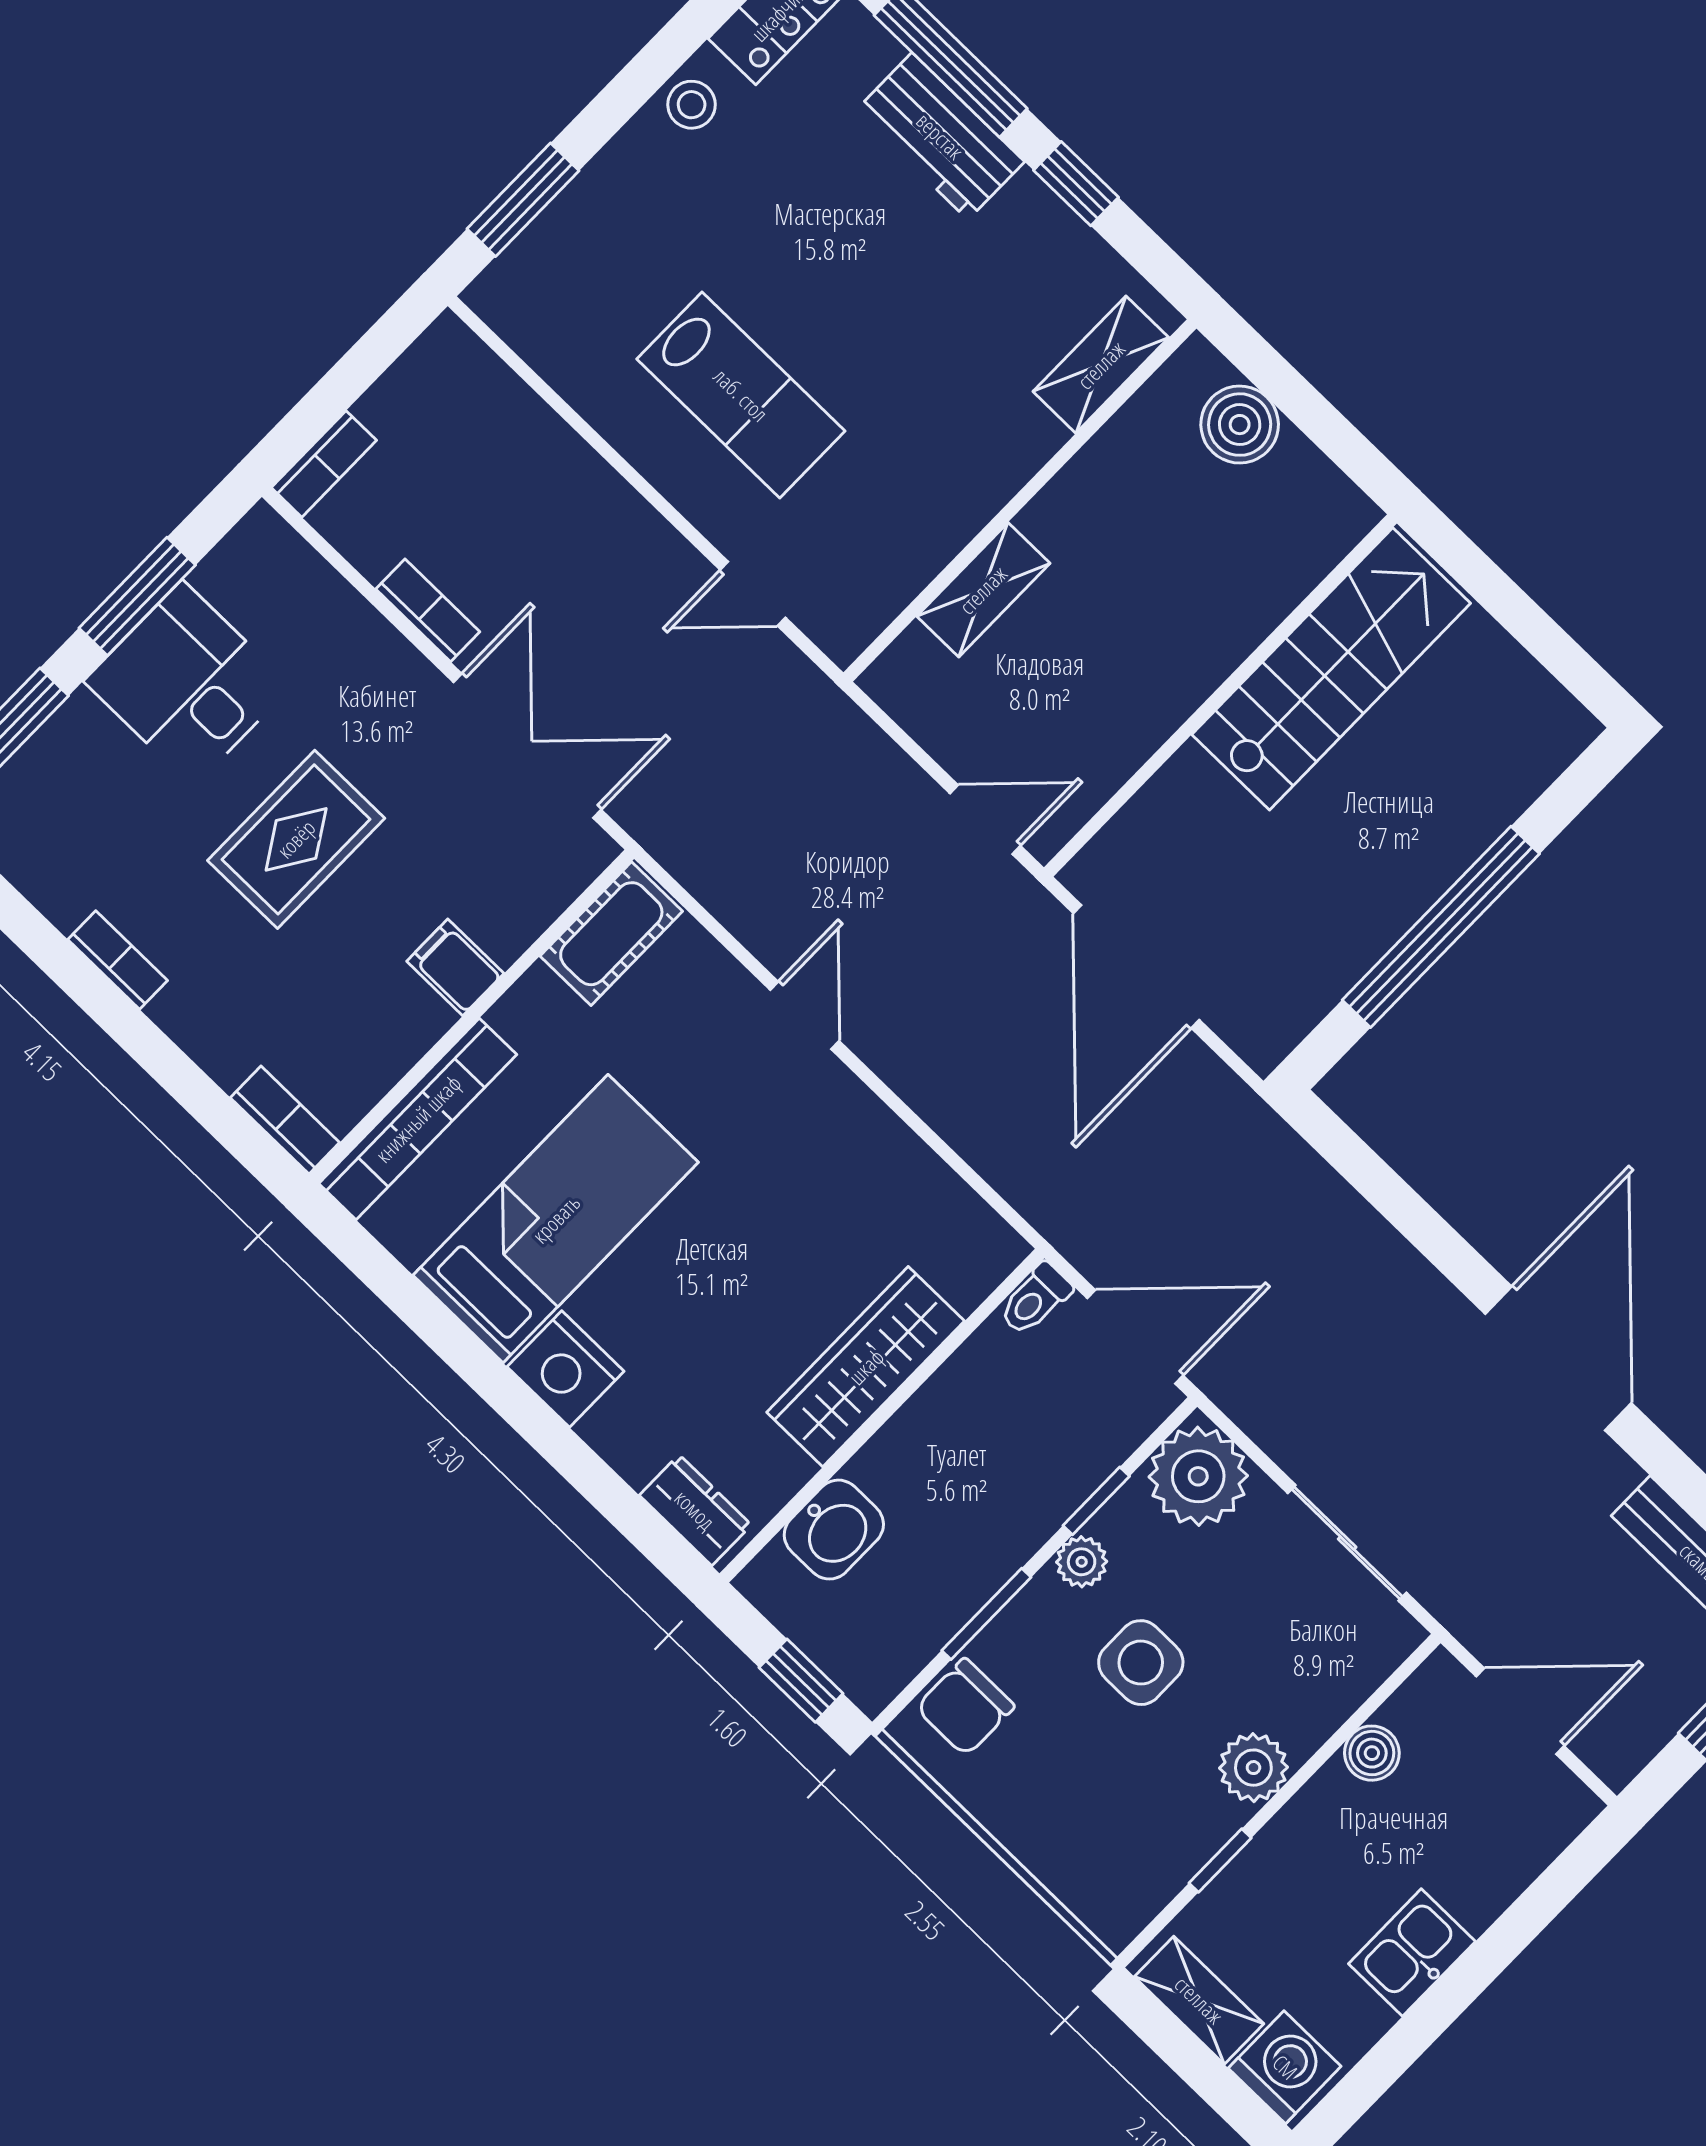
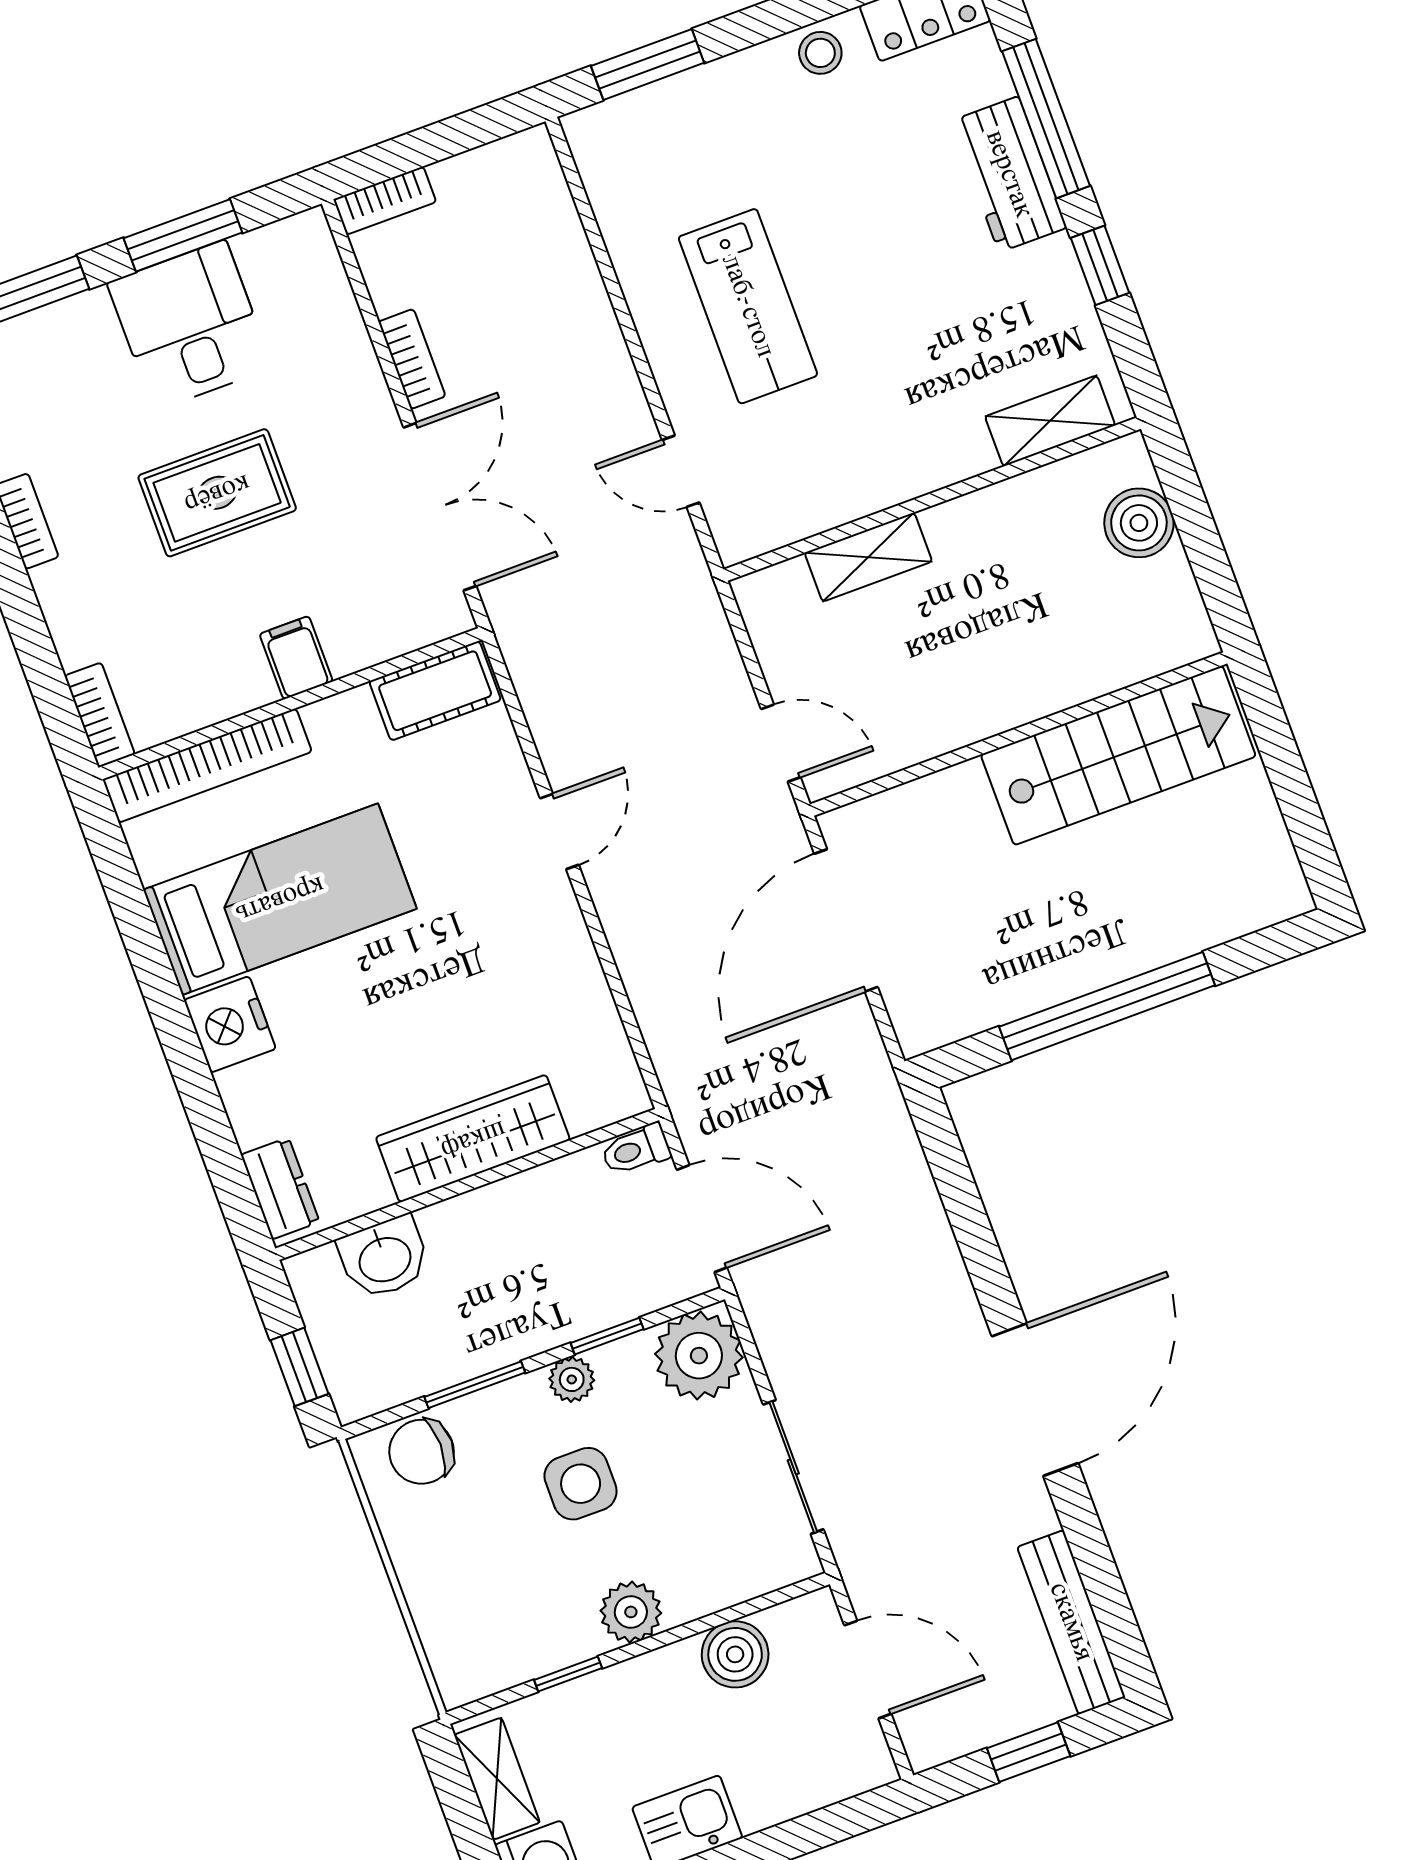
boiler: (1372, 1753) -> (735, 1654), width x1.36, depth x1.36

